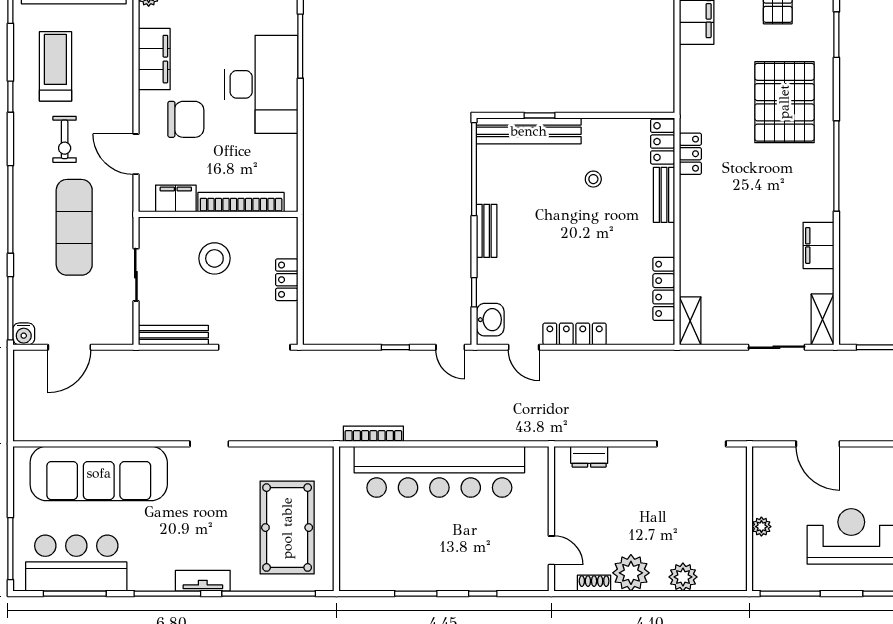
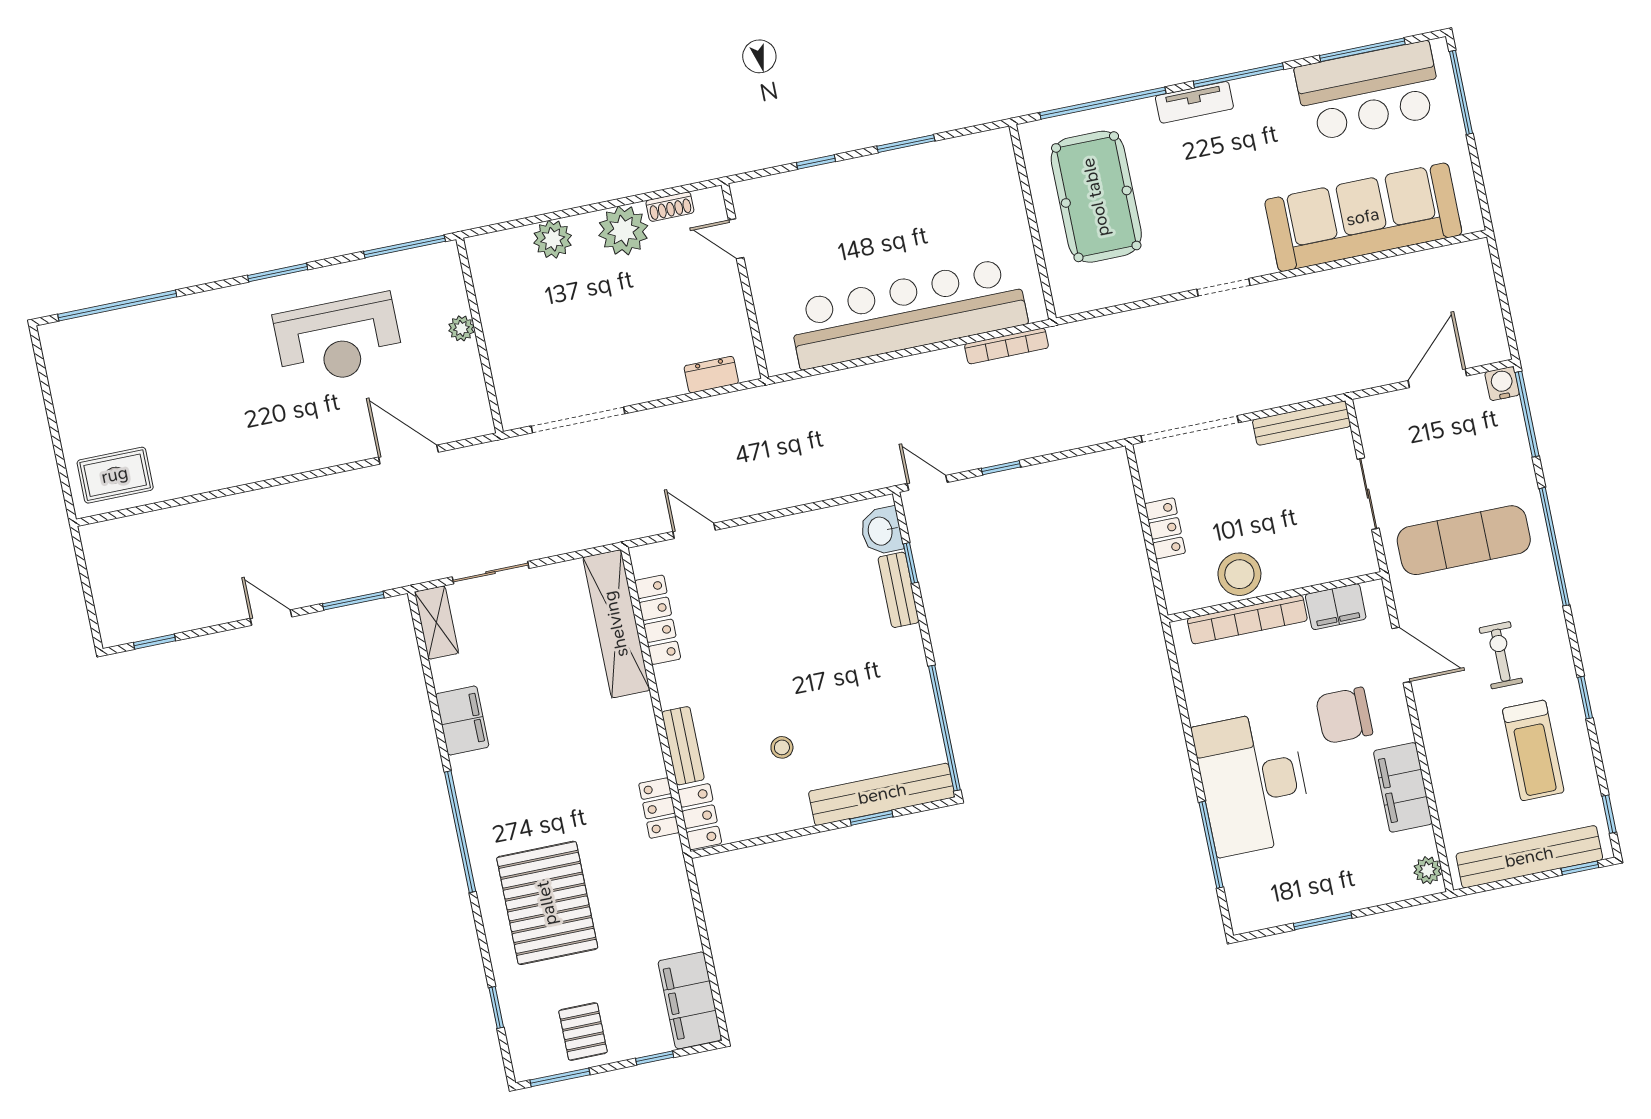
window: (836, 35) -> (496, 1008), width x0.67
exercise mat: (74, 227) -> (1464, 540), turned 90
bench: (487, 231) -> (899, 590), moved
stool: (214, 258) -> (1239, 574), moved
shelving: (690, 321) -> (616, 624), width x2.20, depth x1.33
locker: (575, 334) -> (765, 535), removed
door: (524, 347) -> (694, 531), moved

